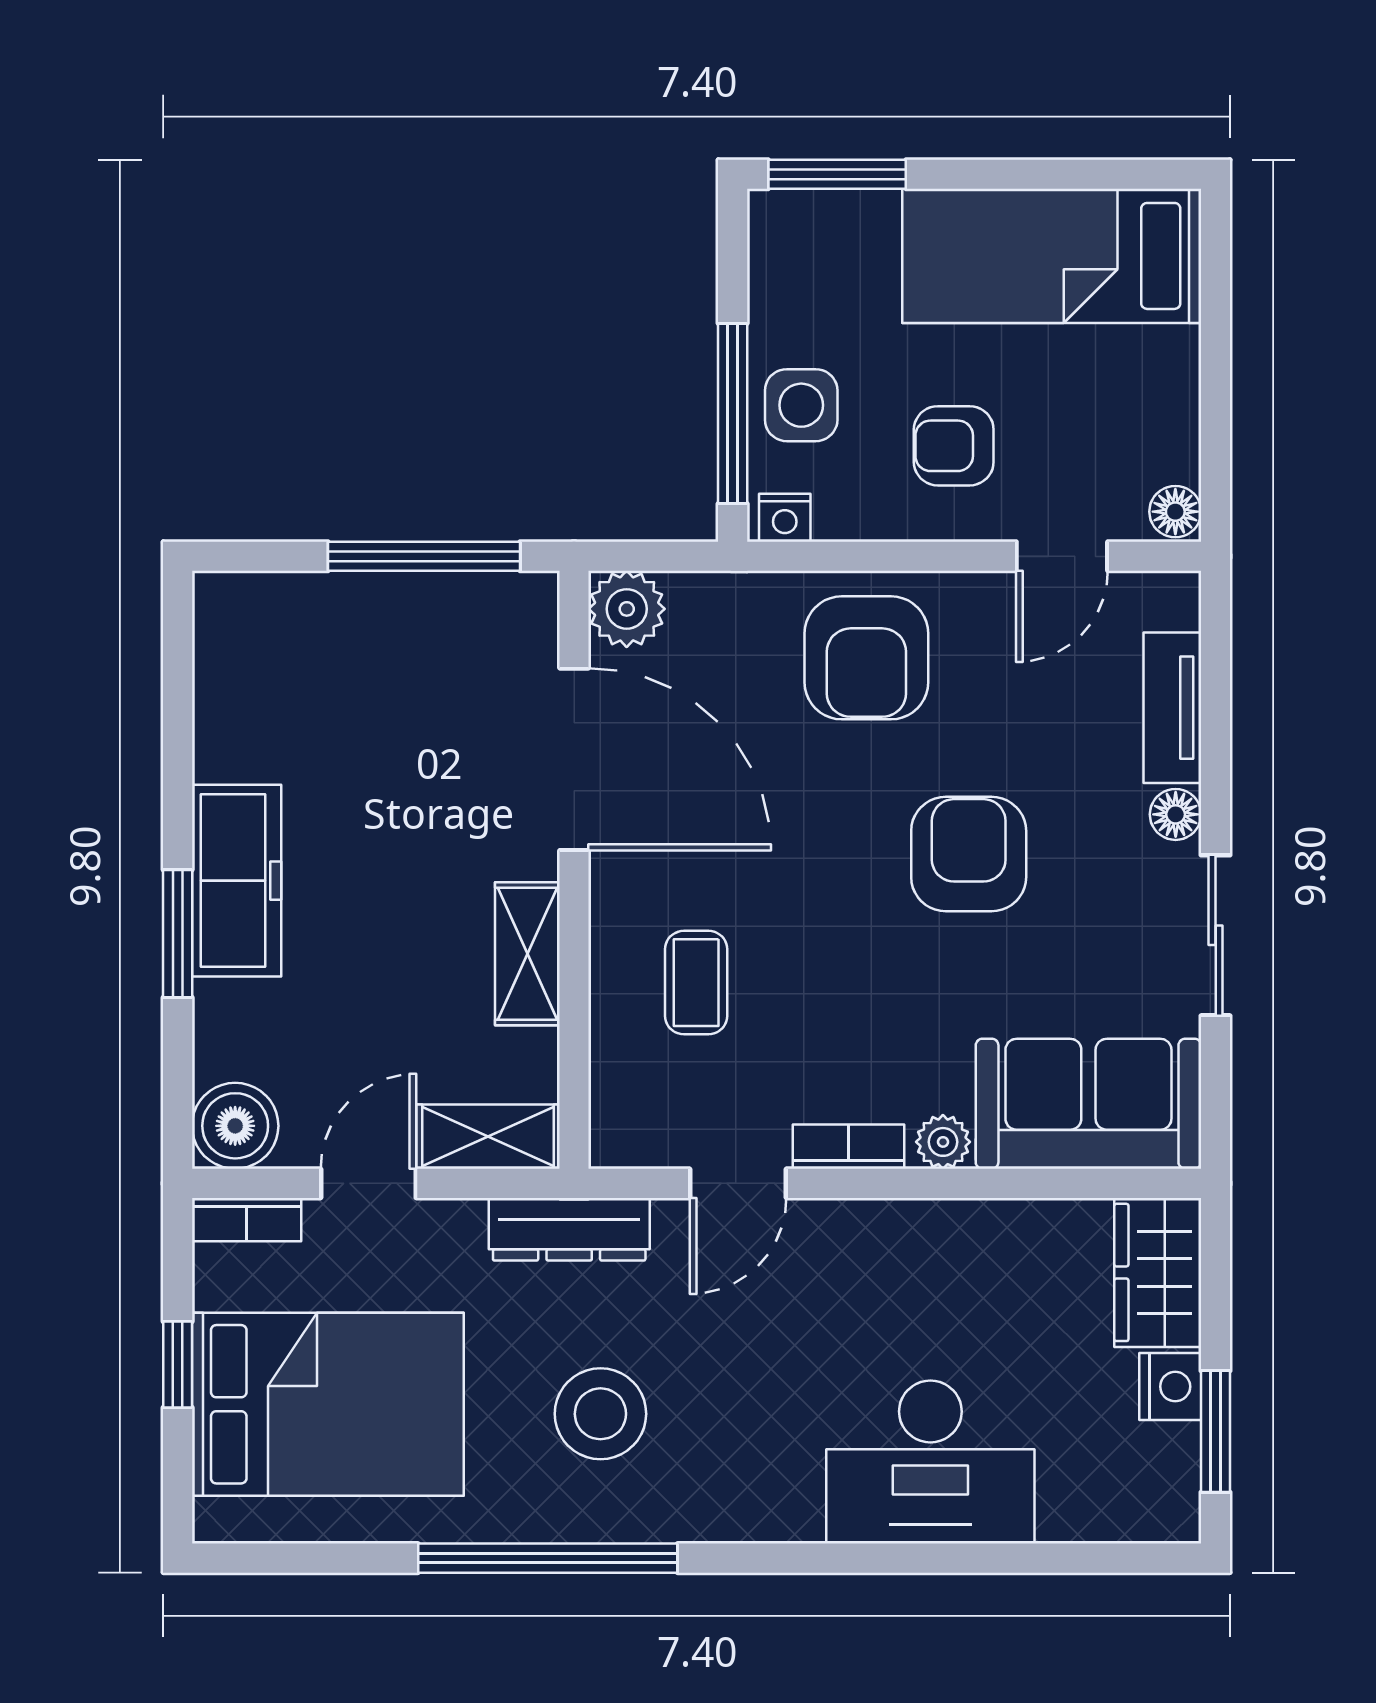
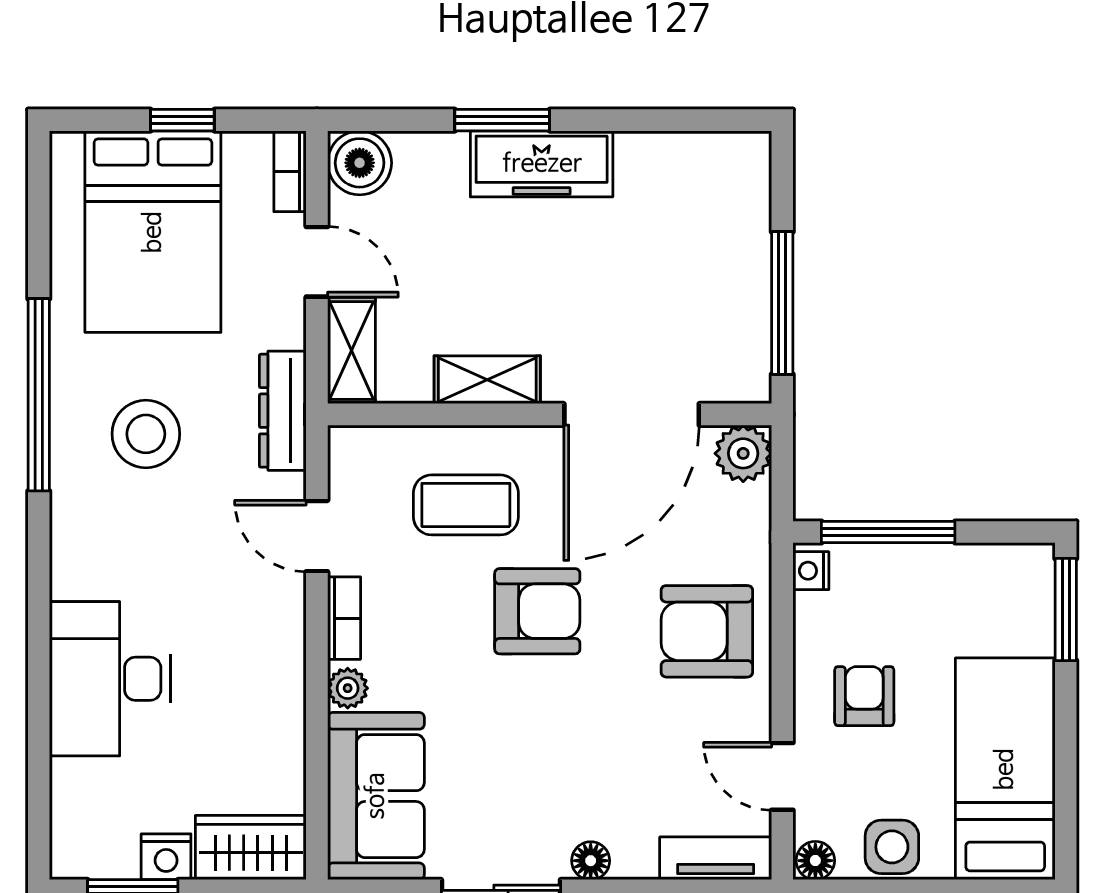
side table: (801, 405) -> (892, 847), moved
tv unit: (1172, 708) -> (716, 858), moved
armchair: (969, 854) -> (537, 611), moved
coffee table: (696, 983) -> (466, 505), width x1.36, depth x1.30

